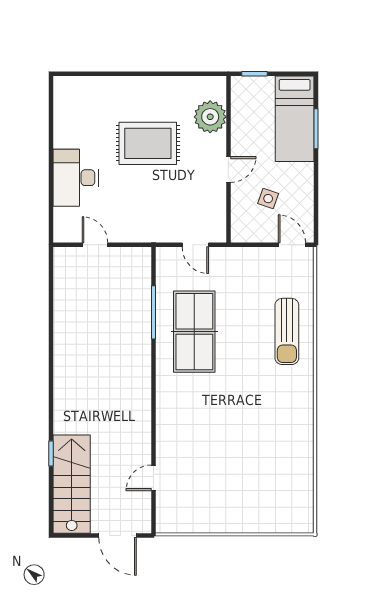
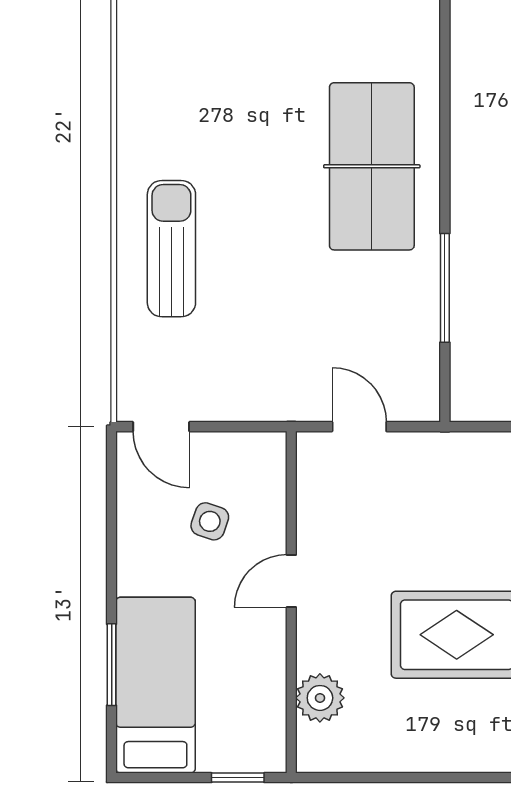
plant: (210, 117) -> (320, 698), width x0.73, depth x0.73
table tennis table: (194, 332) -> (372, 166), moved

